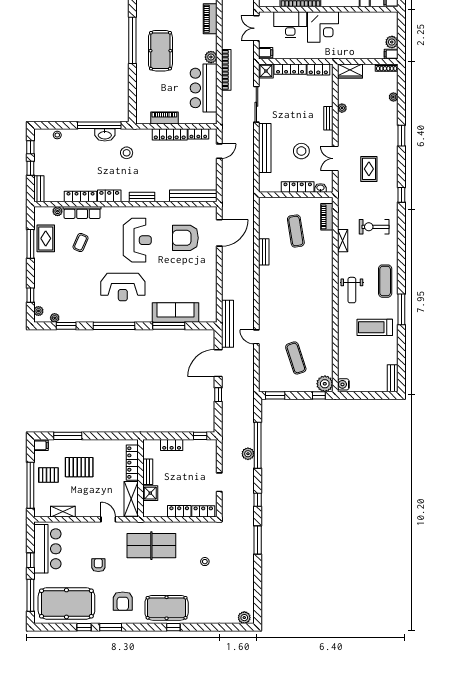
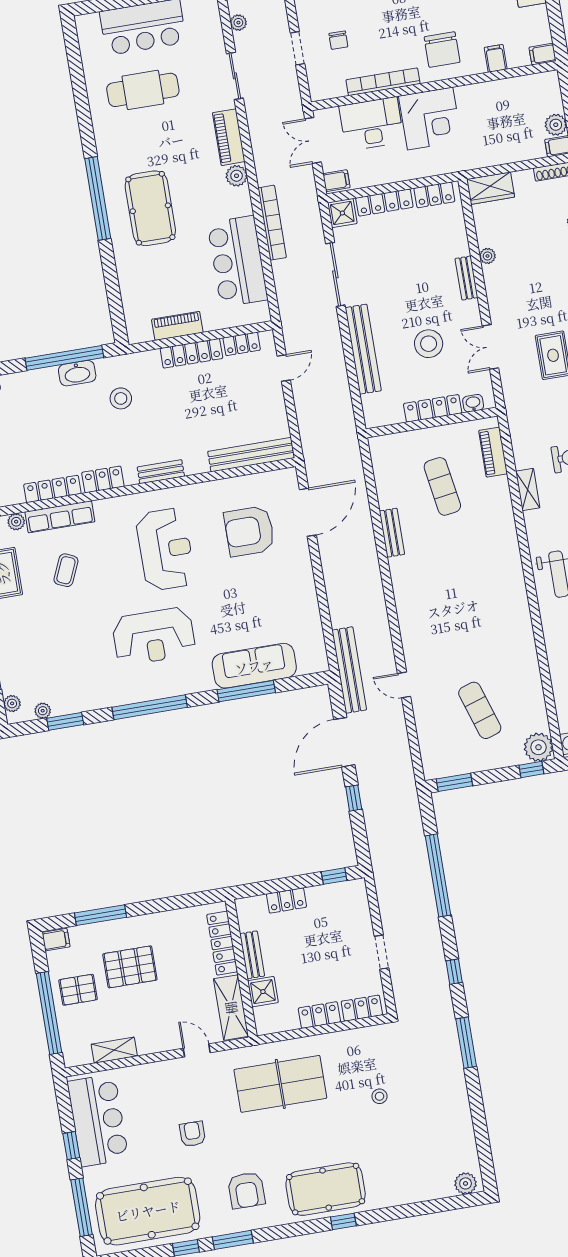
plant: (211, 57) -> (237, 176), moved
plant: (248, 454) -> (424, 893), removed

